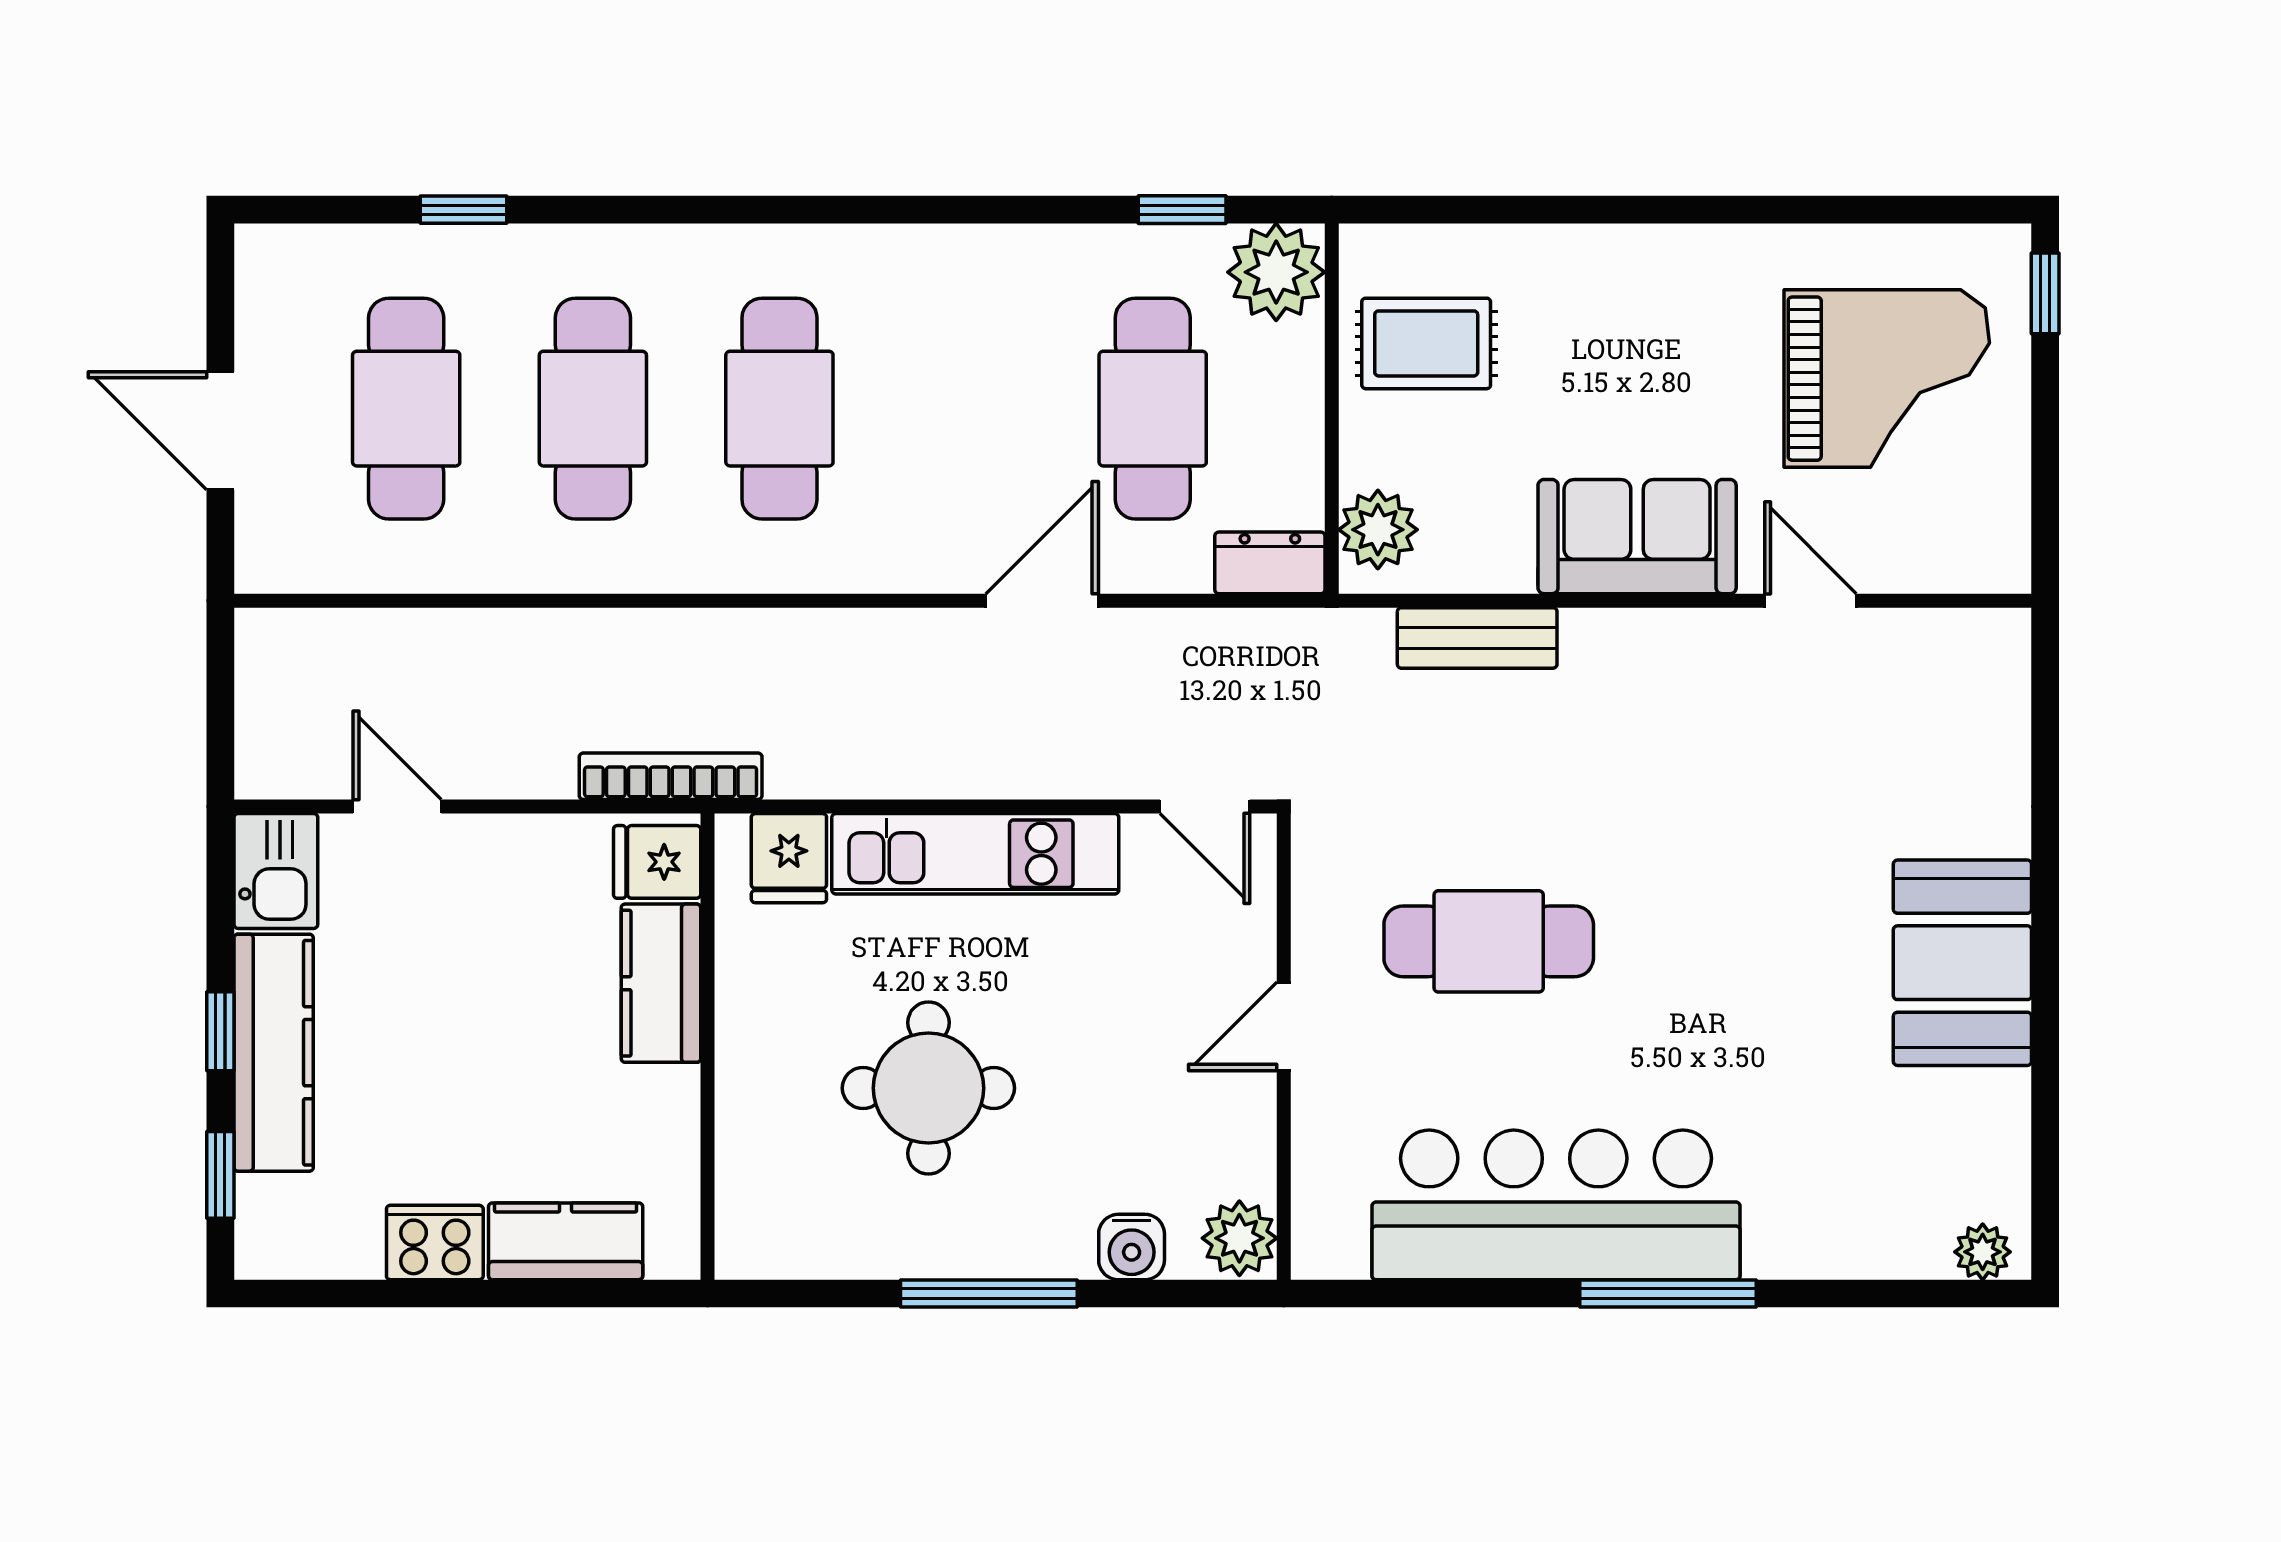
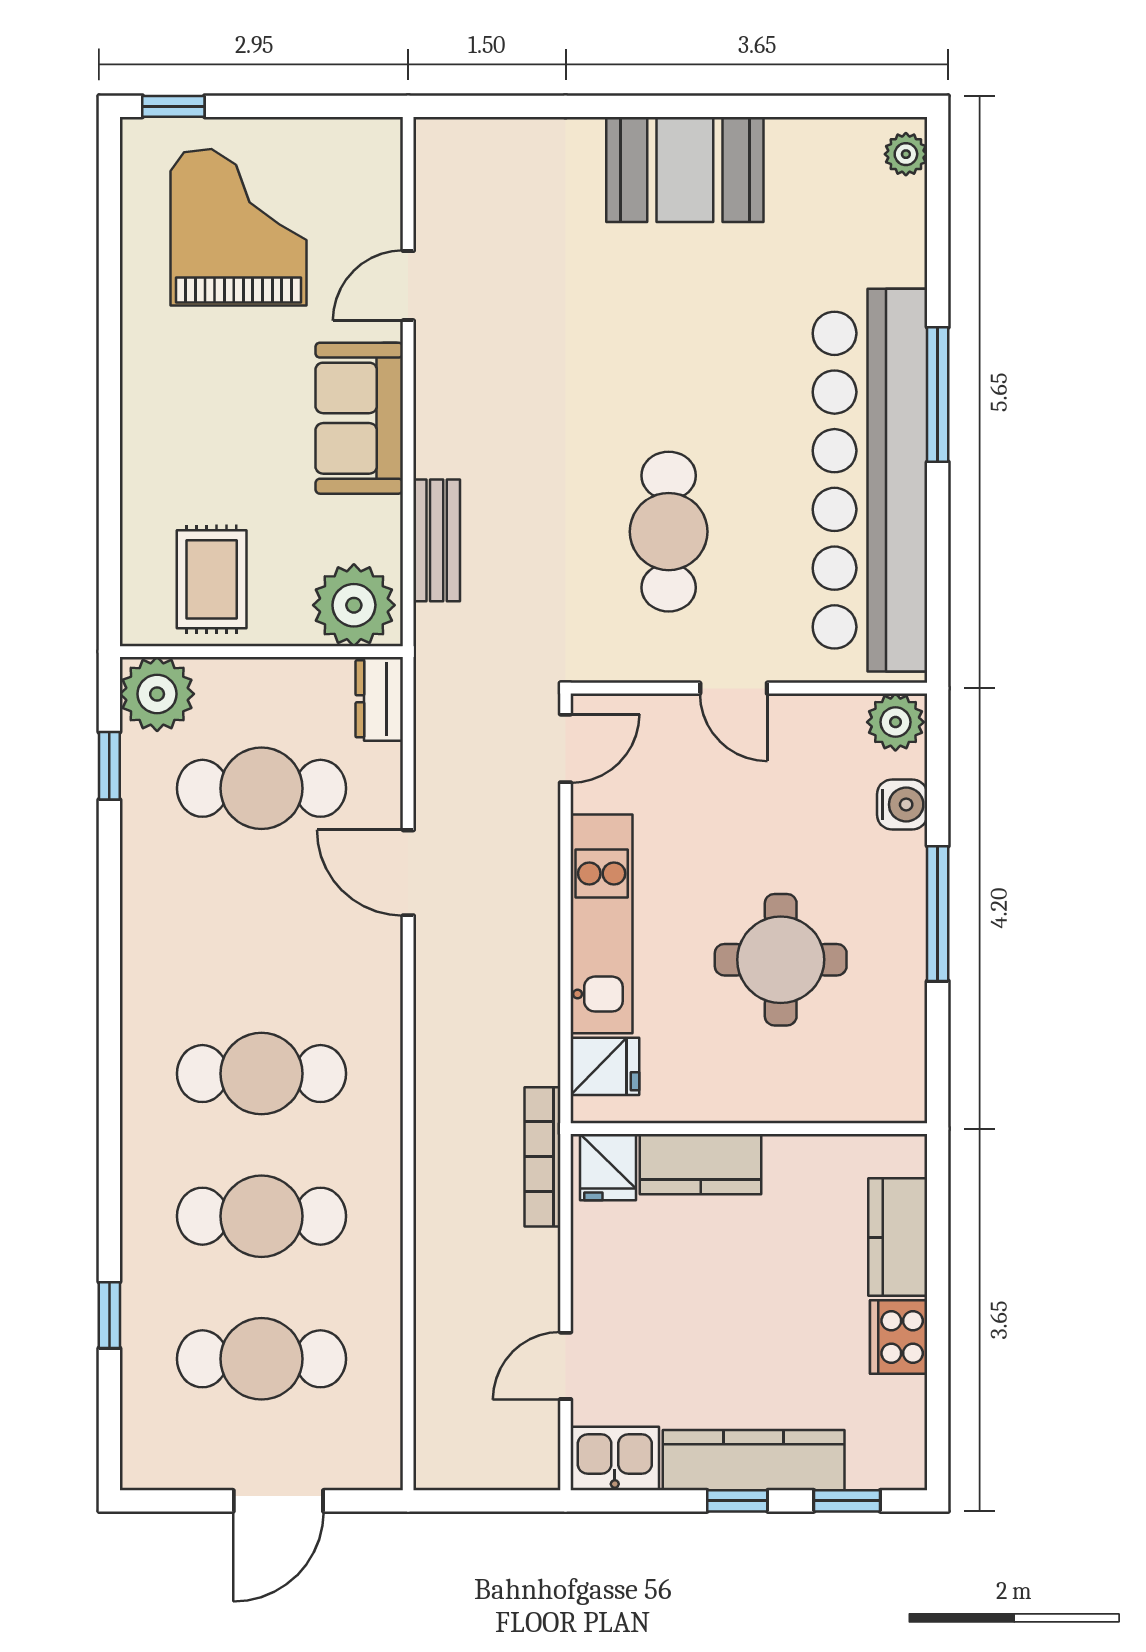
plant: (1378, 530) -> (354, 605), width x1.36, depth x1.36
bar counter: (1556, 1205) -> (870, 480), width x1.36

